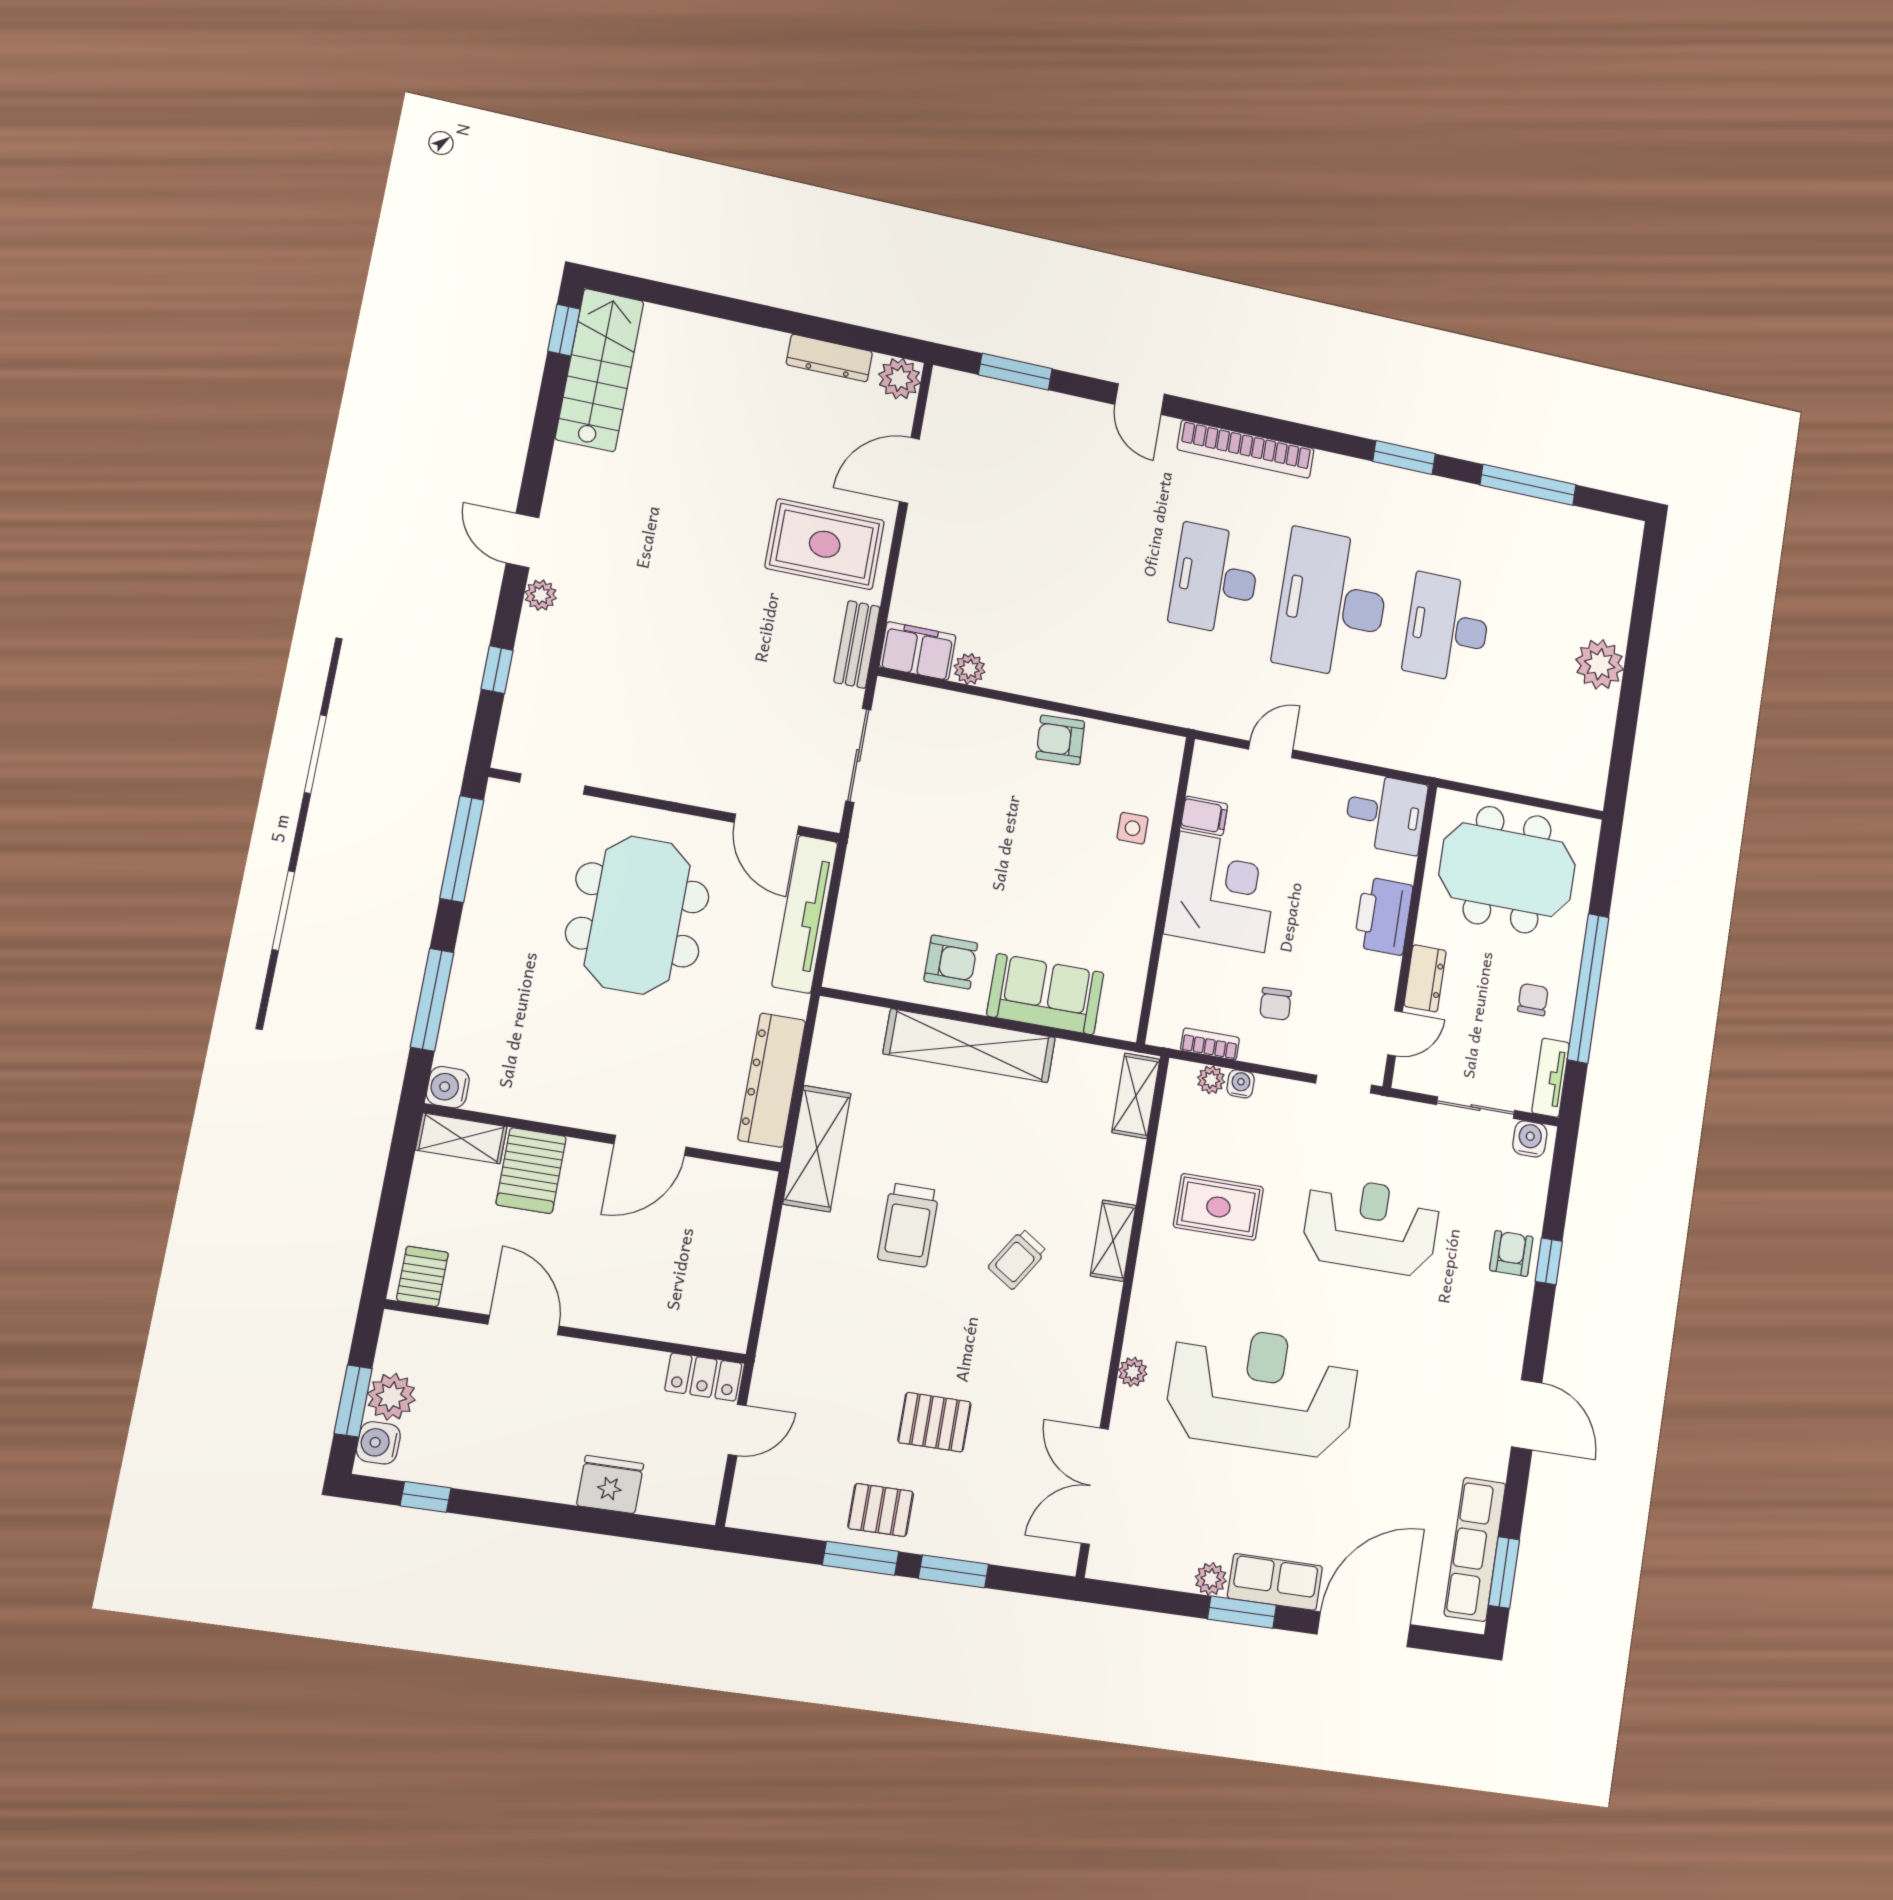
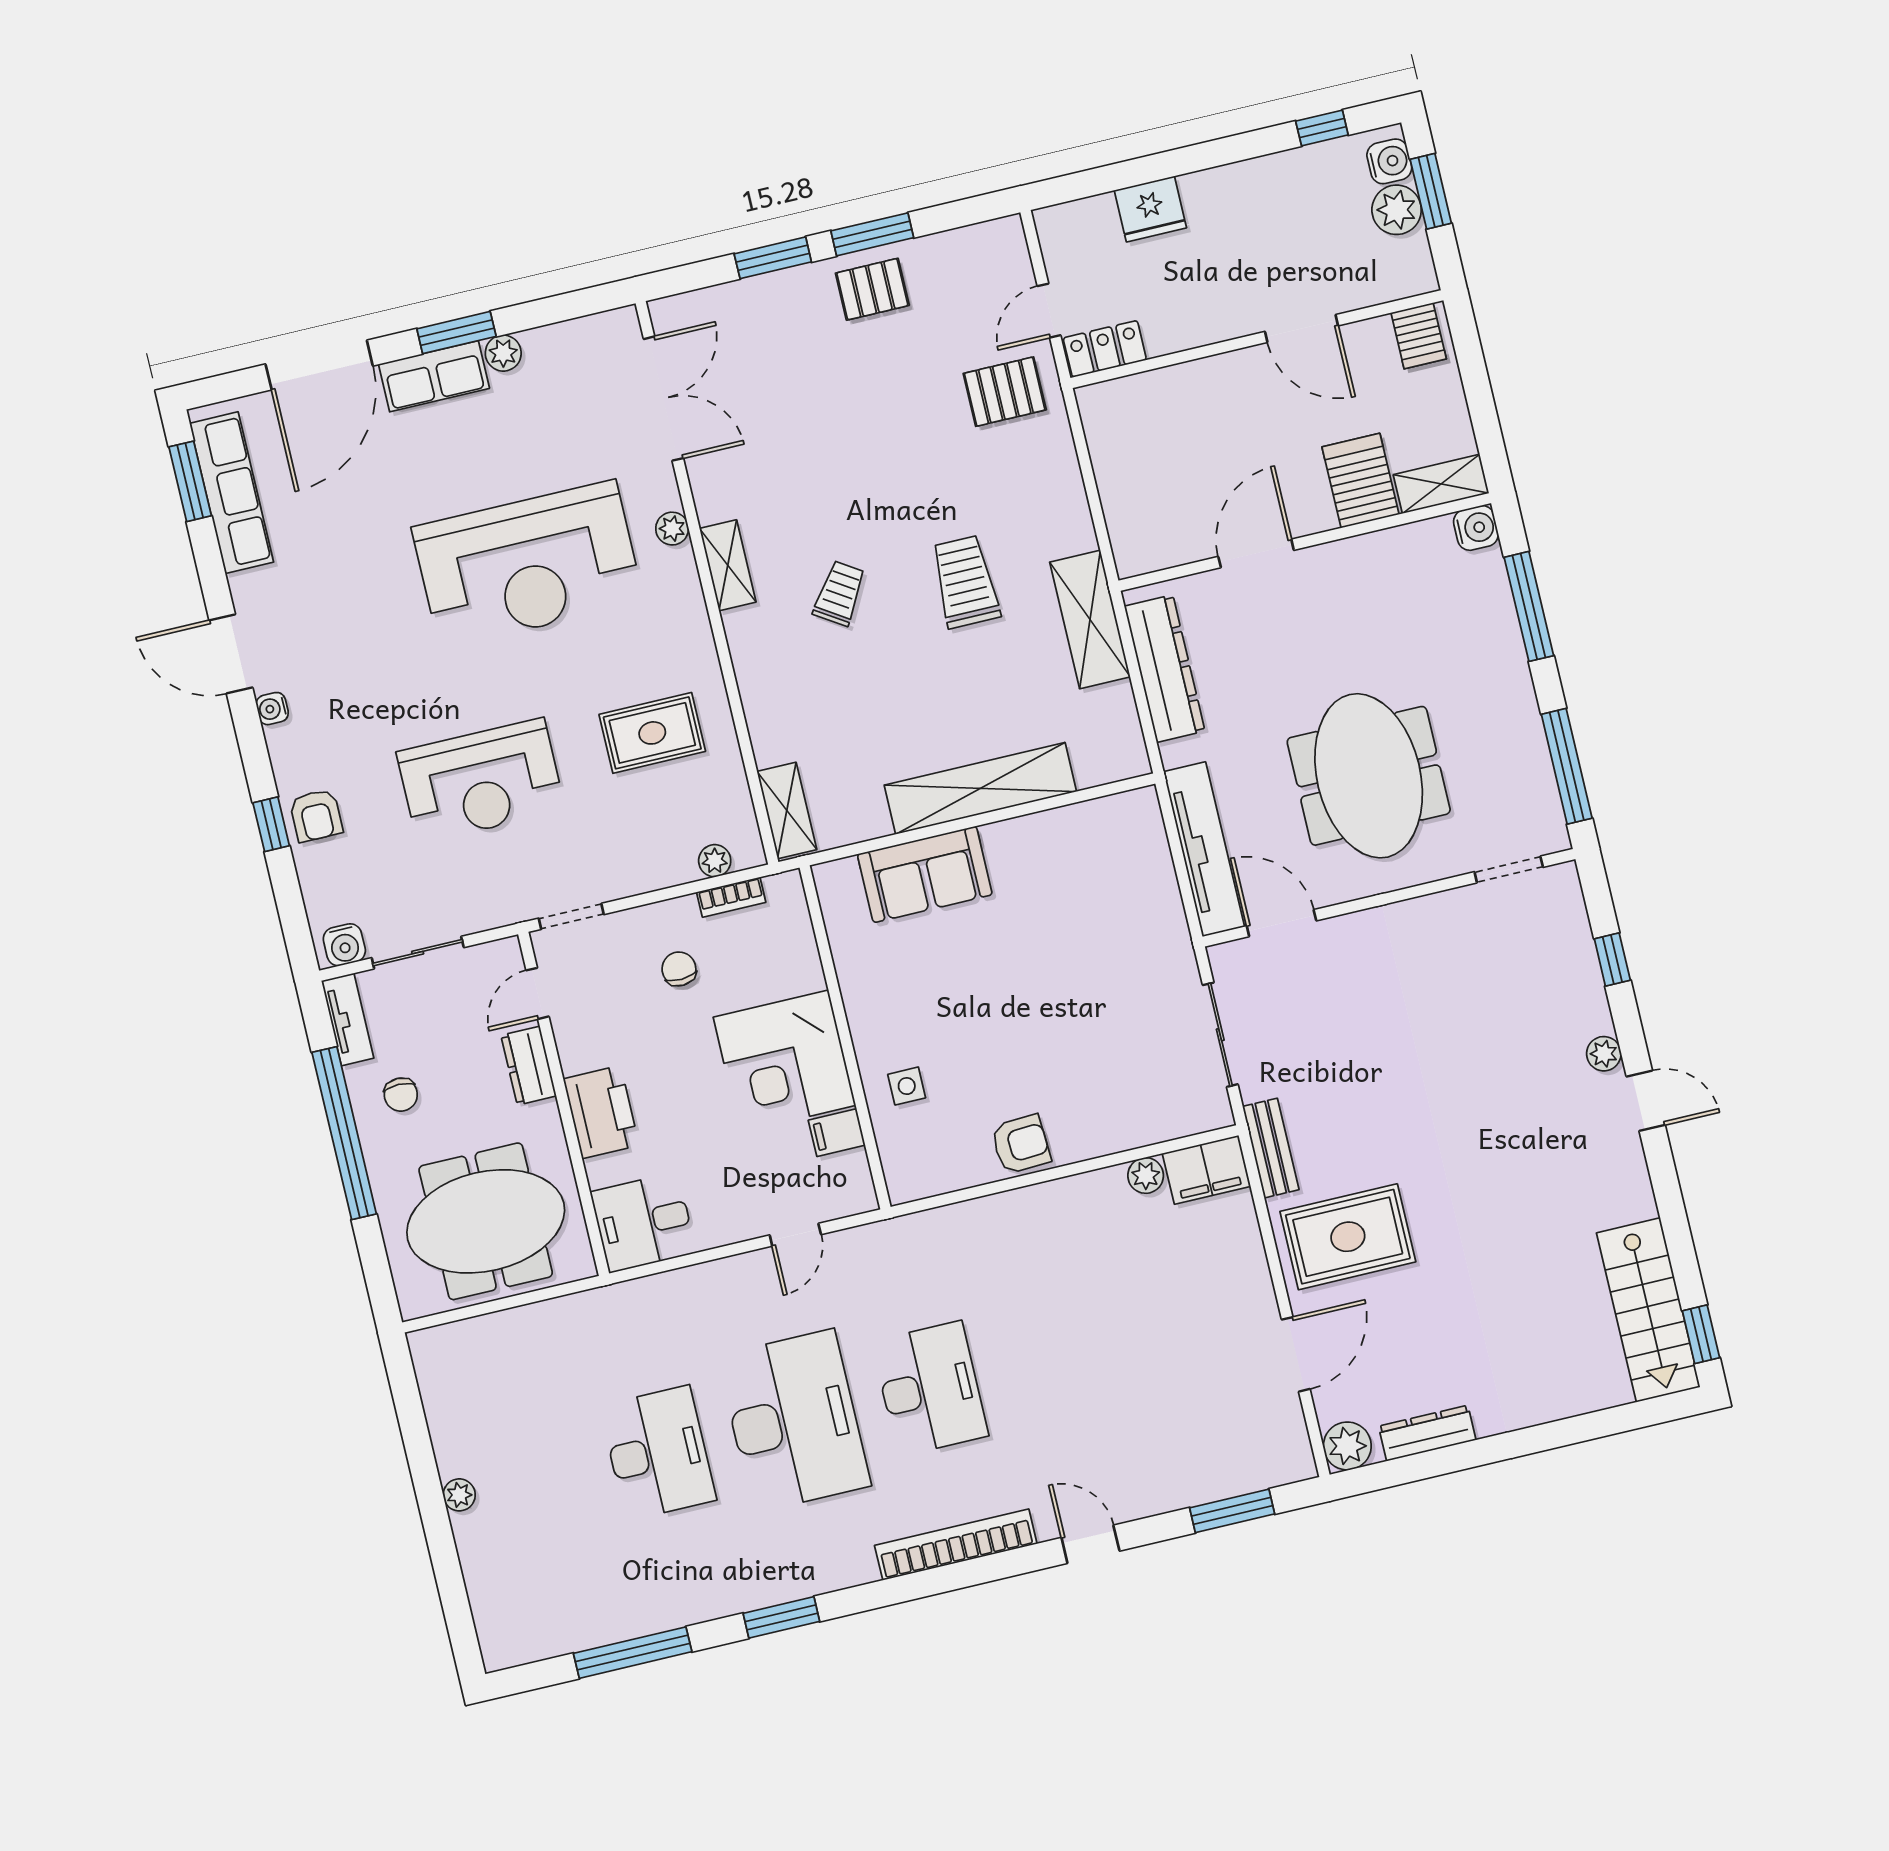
plant: (1600, 664) -> (459, 1495), width x0.53, depth x0.53
armchair: (951, 962) -> (1036, 865), removed
water cooler: (1241, 1084) -> (272, 709), moved, turned 90
shelving: (1113, 1241) -> (728, 565), moved
pallet: (934, 1422) -> (1005, 392), moved

